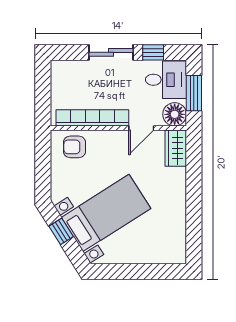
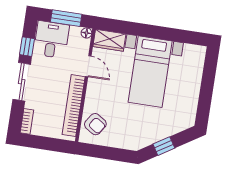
bookcase: (65, 66) -> (27, 121), added
floor lamp: (175, 114) -> (86, 33), width x0.53, depth x0.53
armchair: (74, 147) -> (95, 124), turned -57
bed with nightstands: (106, 213) -> (150, 72), moved, turned -148

